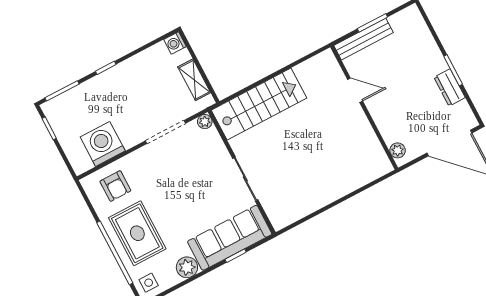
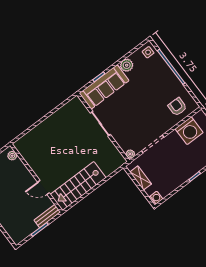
bench: (364, 39) -> (47, 216), width x0.73
stairs: (259, 104) -> (78, 186), moved
rug: (137, 233) -> (160, 81), removed

